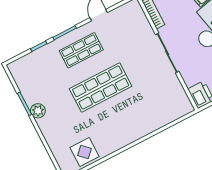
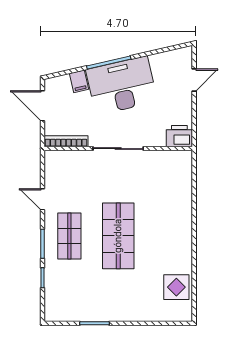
plant: (38, 111) -> (109, 313), removed

